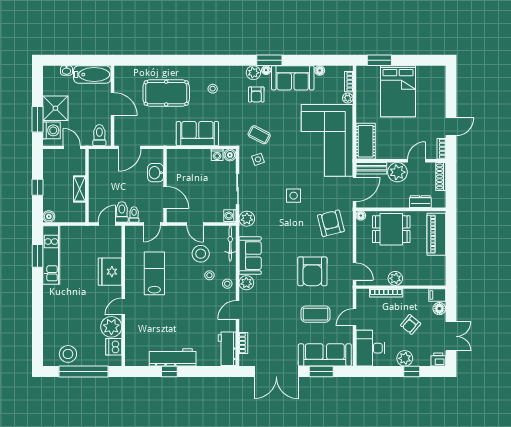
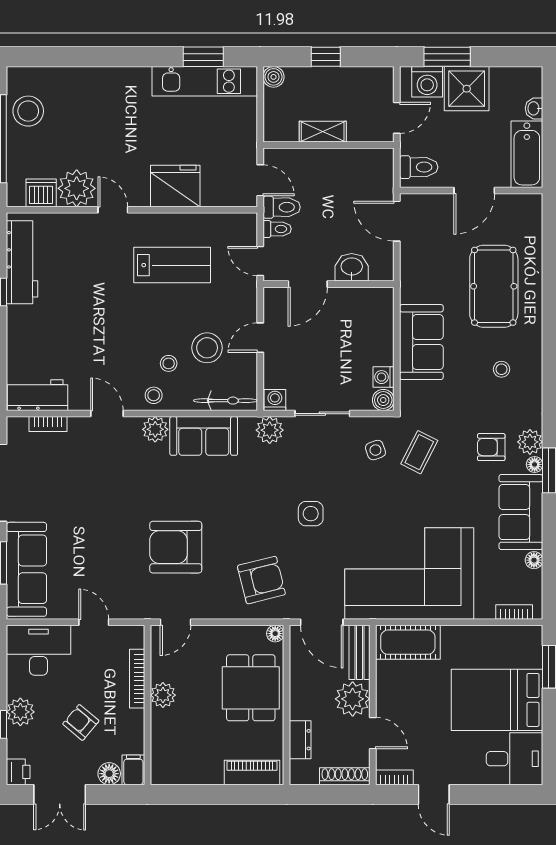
desk: (431, 81) -> (514, 759), added
plant: (348, 98) -> (485, 610), removed
piano: (436, 234) -> (252, 772), width x0.73, depth x0.75
coffee table: (316, 314) -> (99, 553), removed
workbench: (173, 357) -> (22, 262), moved

